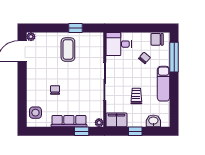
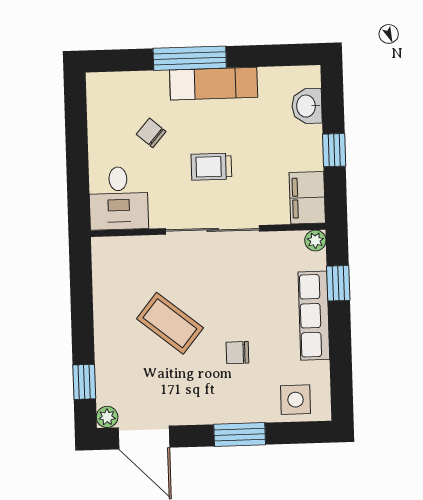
window: (75, 28) -> (84, 382), moved
chair: (157, 39) -> (104, 103), removed
coffee table: (68, 50) -> (170, 323), moved, turned 39
window: (174, 57) -> (190, 58), moved
window: (22, 90) -> (240, 434), added
trolley: (136, 96) -> (211, 167), moved

